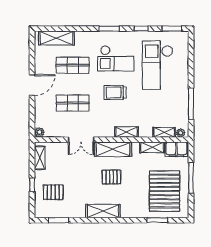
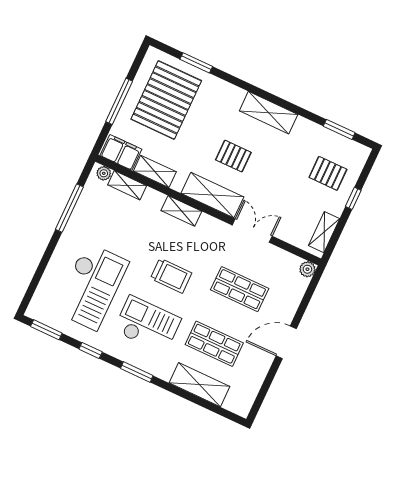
shelving: (57, 38) -> (200, 385), moved

